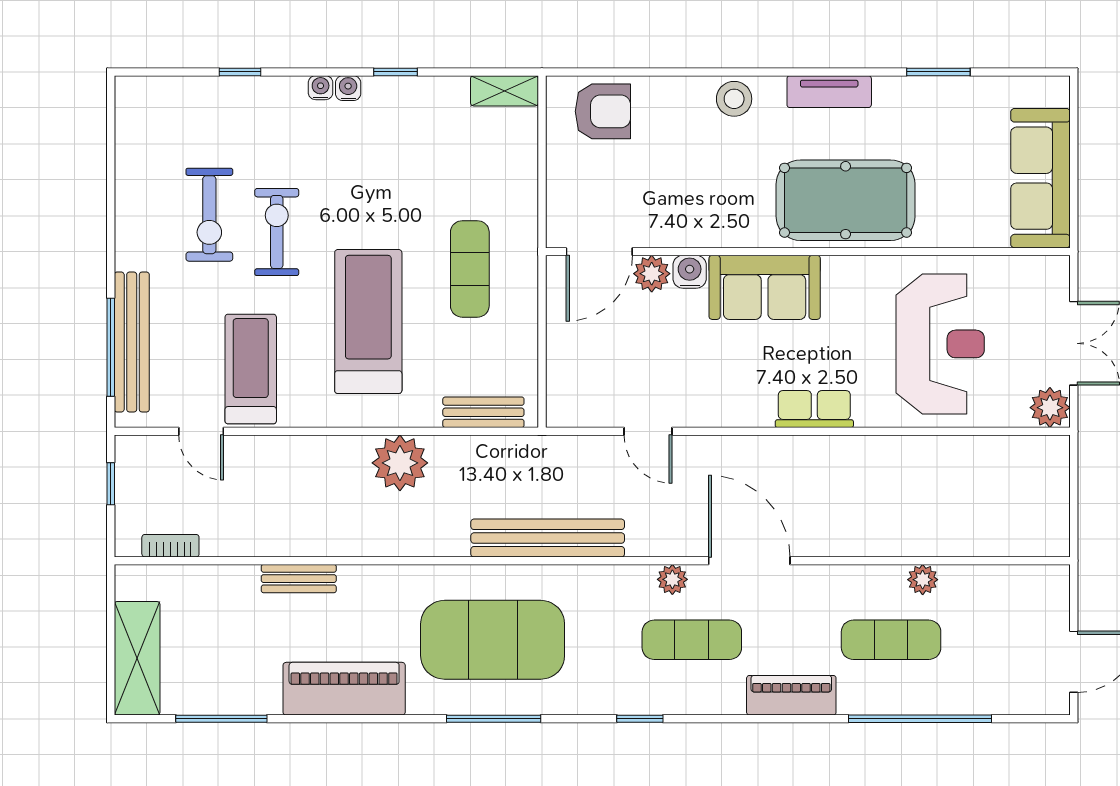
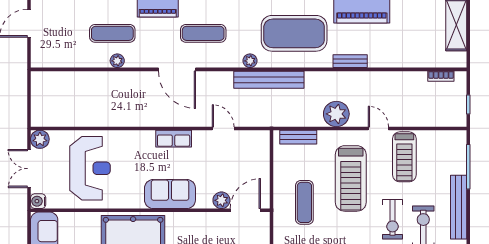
water cooler: (690, 272) -> (38, 201), moved, turned 90
bench: (132, 342) -> (459, 207), moved
reception desk: (940, 344) -> (90, 168), turned 180
row of seats: (814, 409) -> (174, 139), moved
door: (201, 431) -> (378, 128), moved
bench: (299, 579) -> (350, 61), moved
plant: (672, 579) -> (250, 61), moved
plant: (923, 580) -> (117, 61), moved

